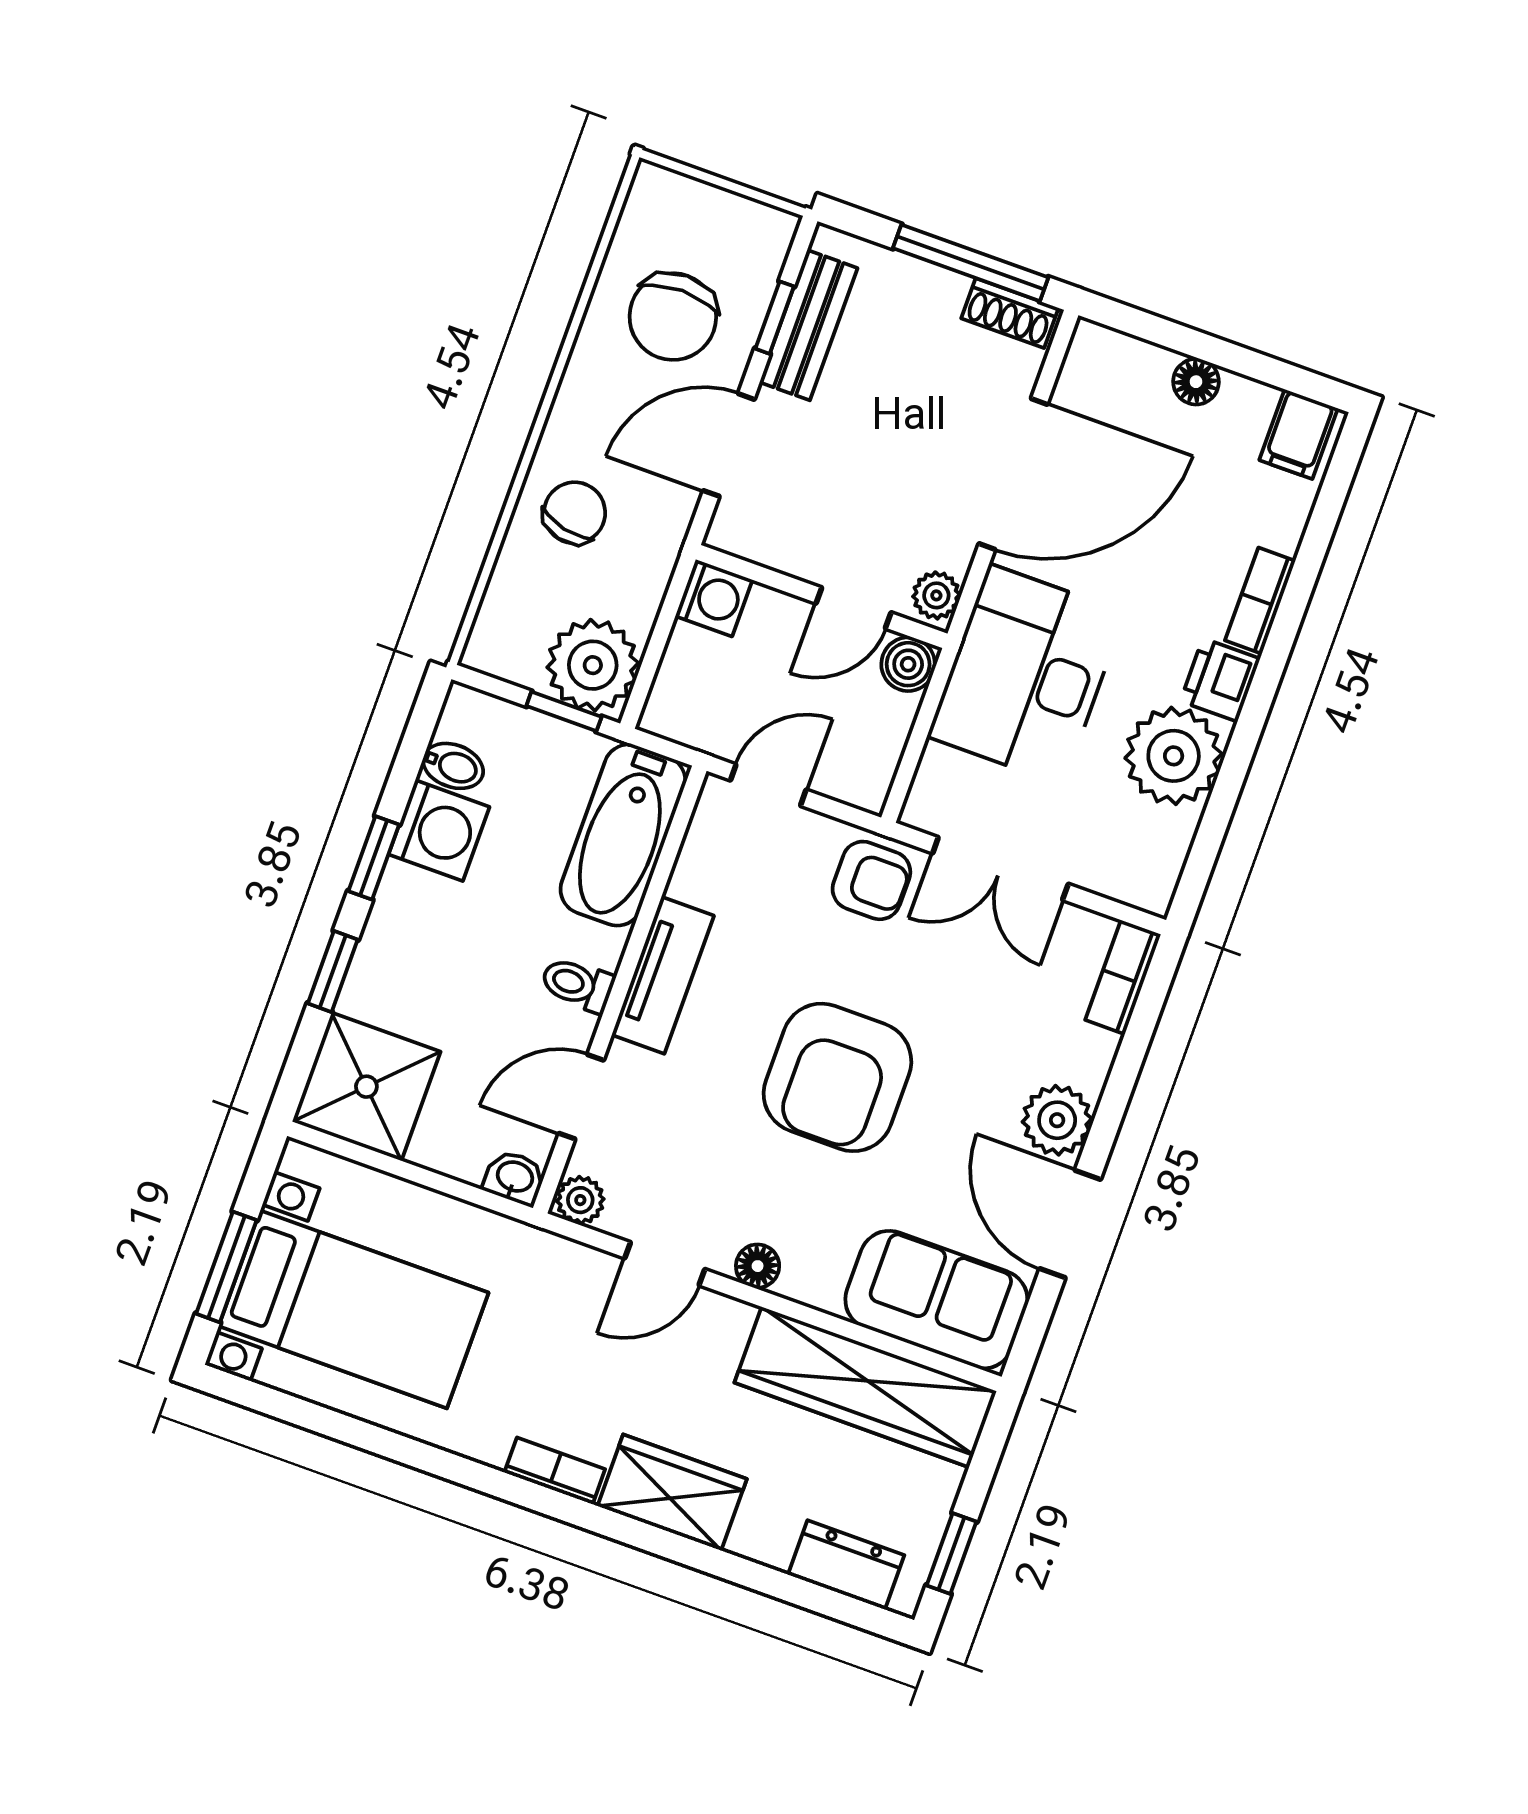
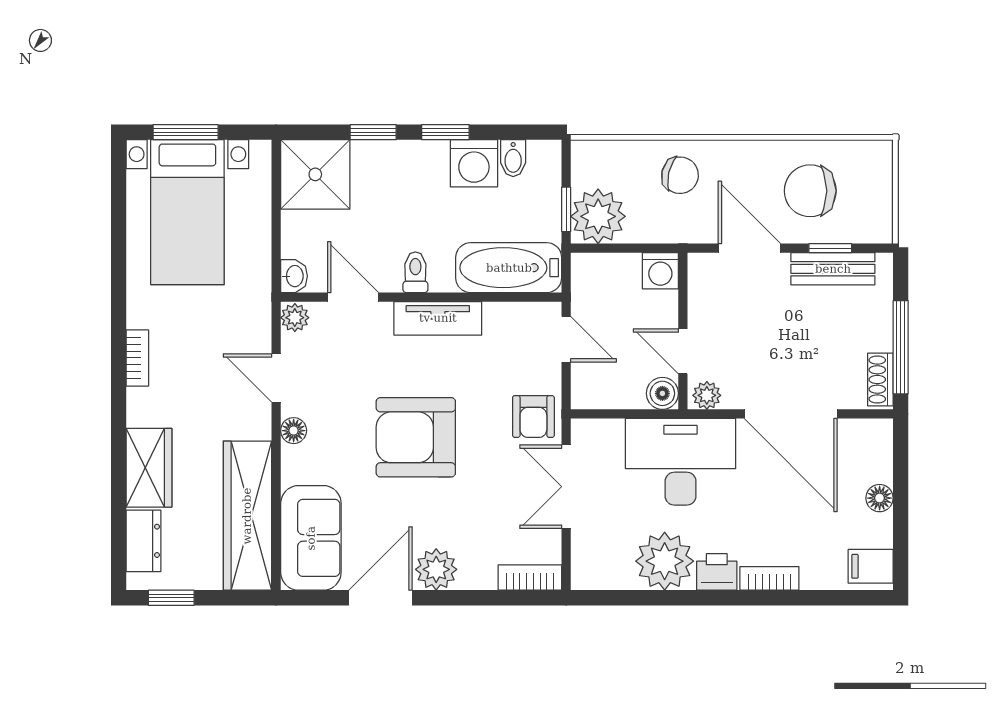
wardrobe: (672, 1492) -> (149, 468), moved

